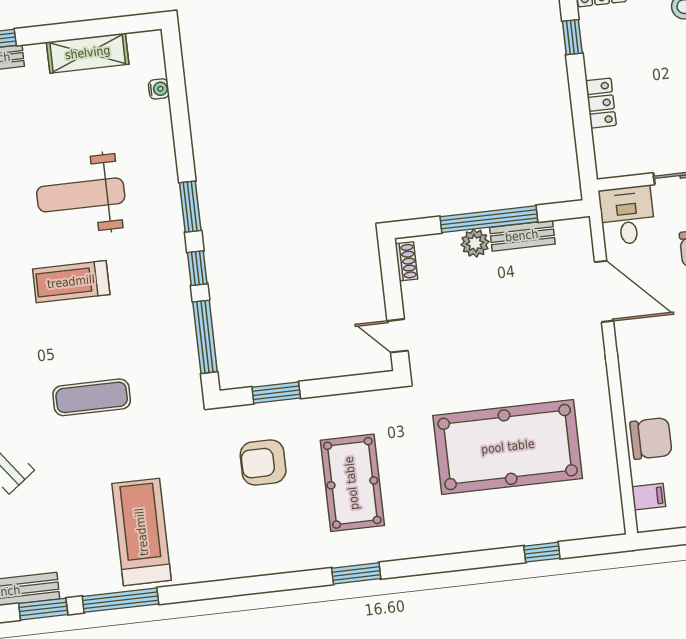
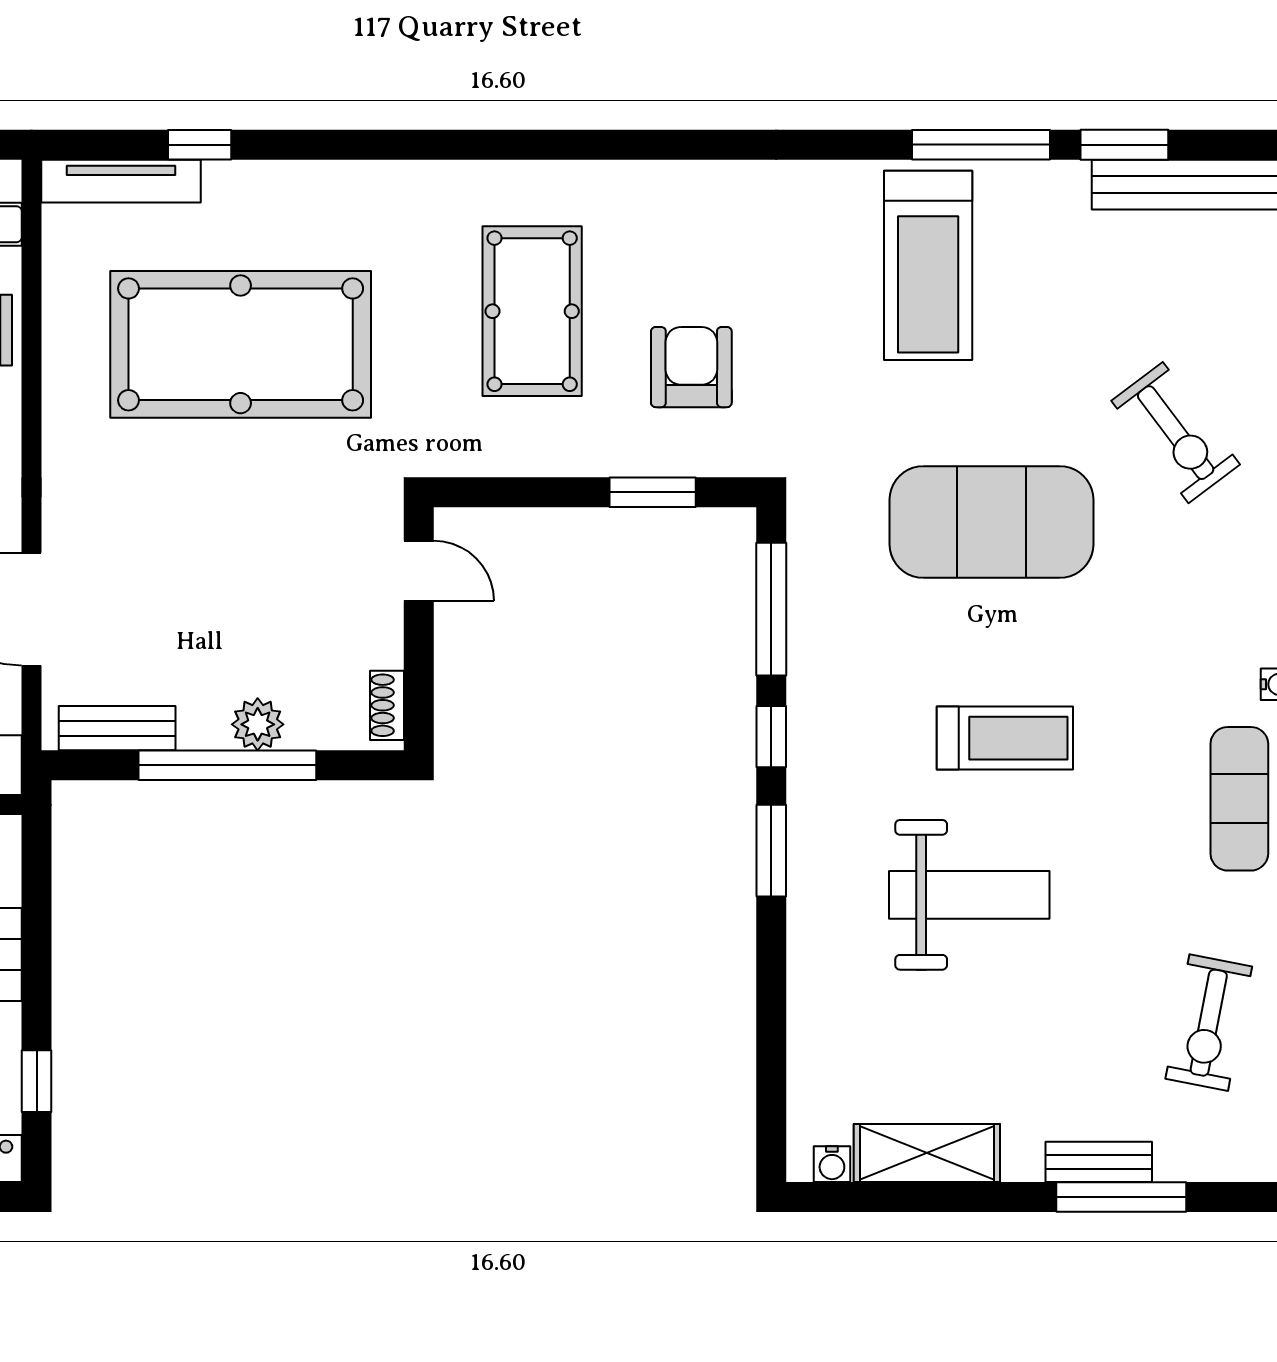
water cooler: (159, 89) -> (832, 1164), moved, turned -90
bench: (522, 236) -> (117, 728), moved
exercise mat: (92, 397) -> (991, 522), width x2.00, depth x1.45
armchair: (263, 462) -> (691, 367), turned -90
tv unit: (582, 528) -> (121, 181), added
window: (356, 573) -> (544, 145), removed

